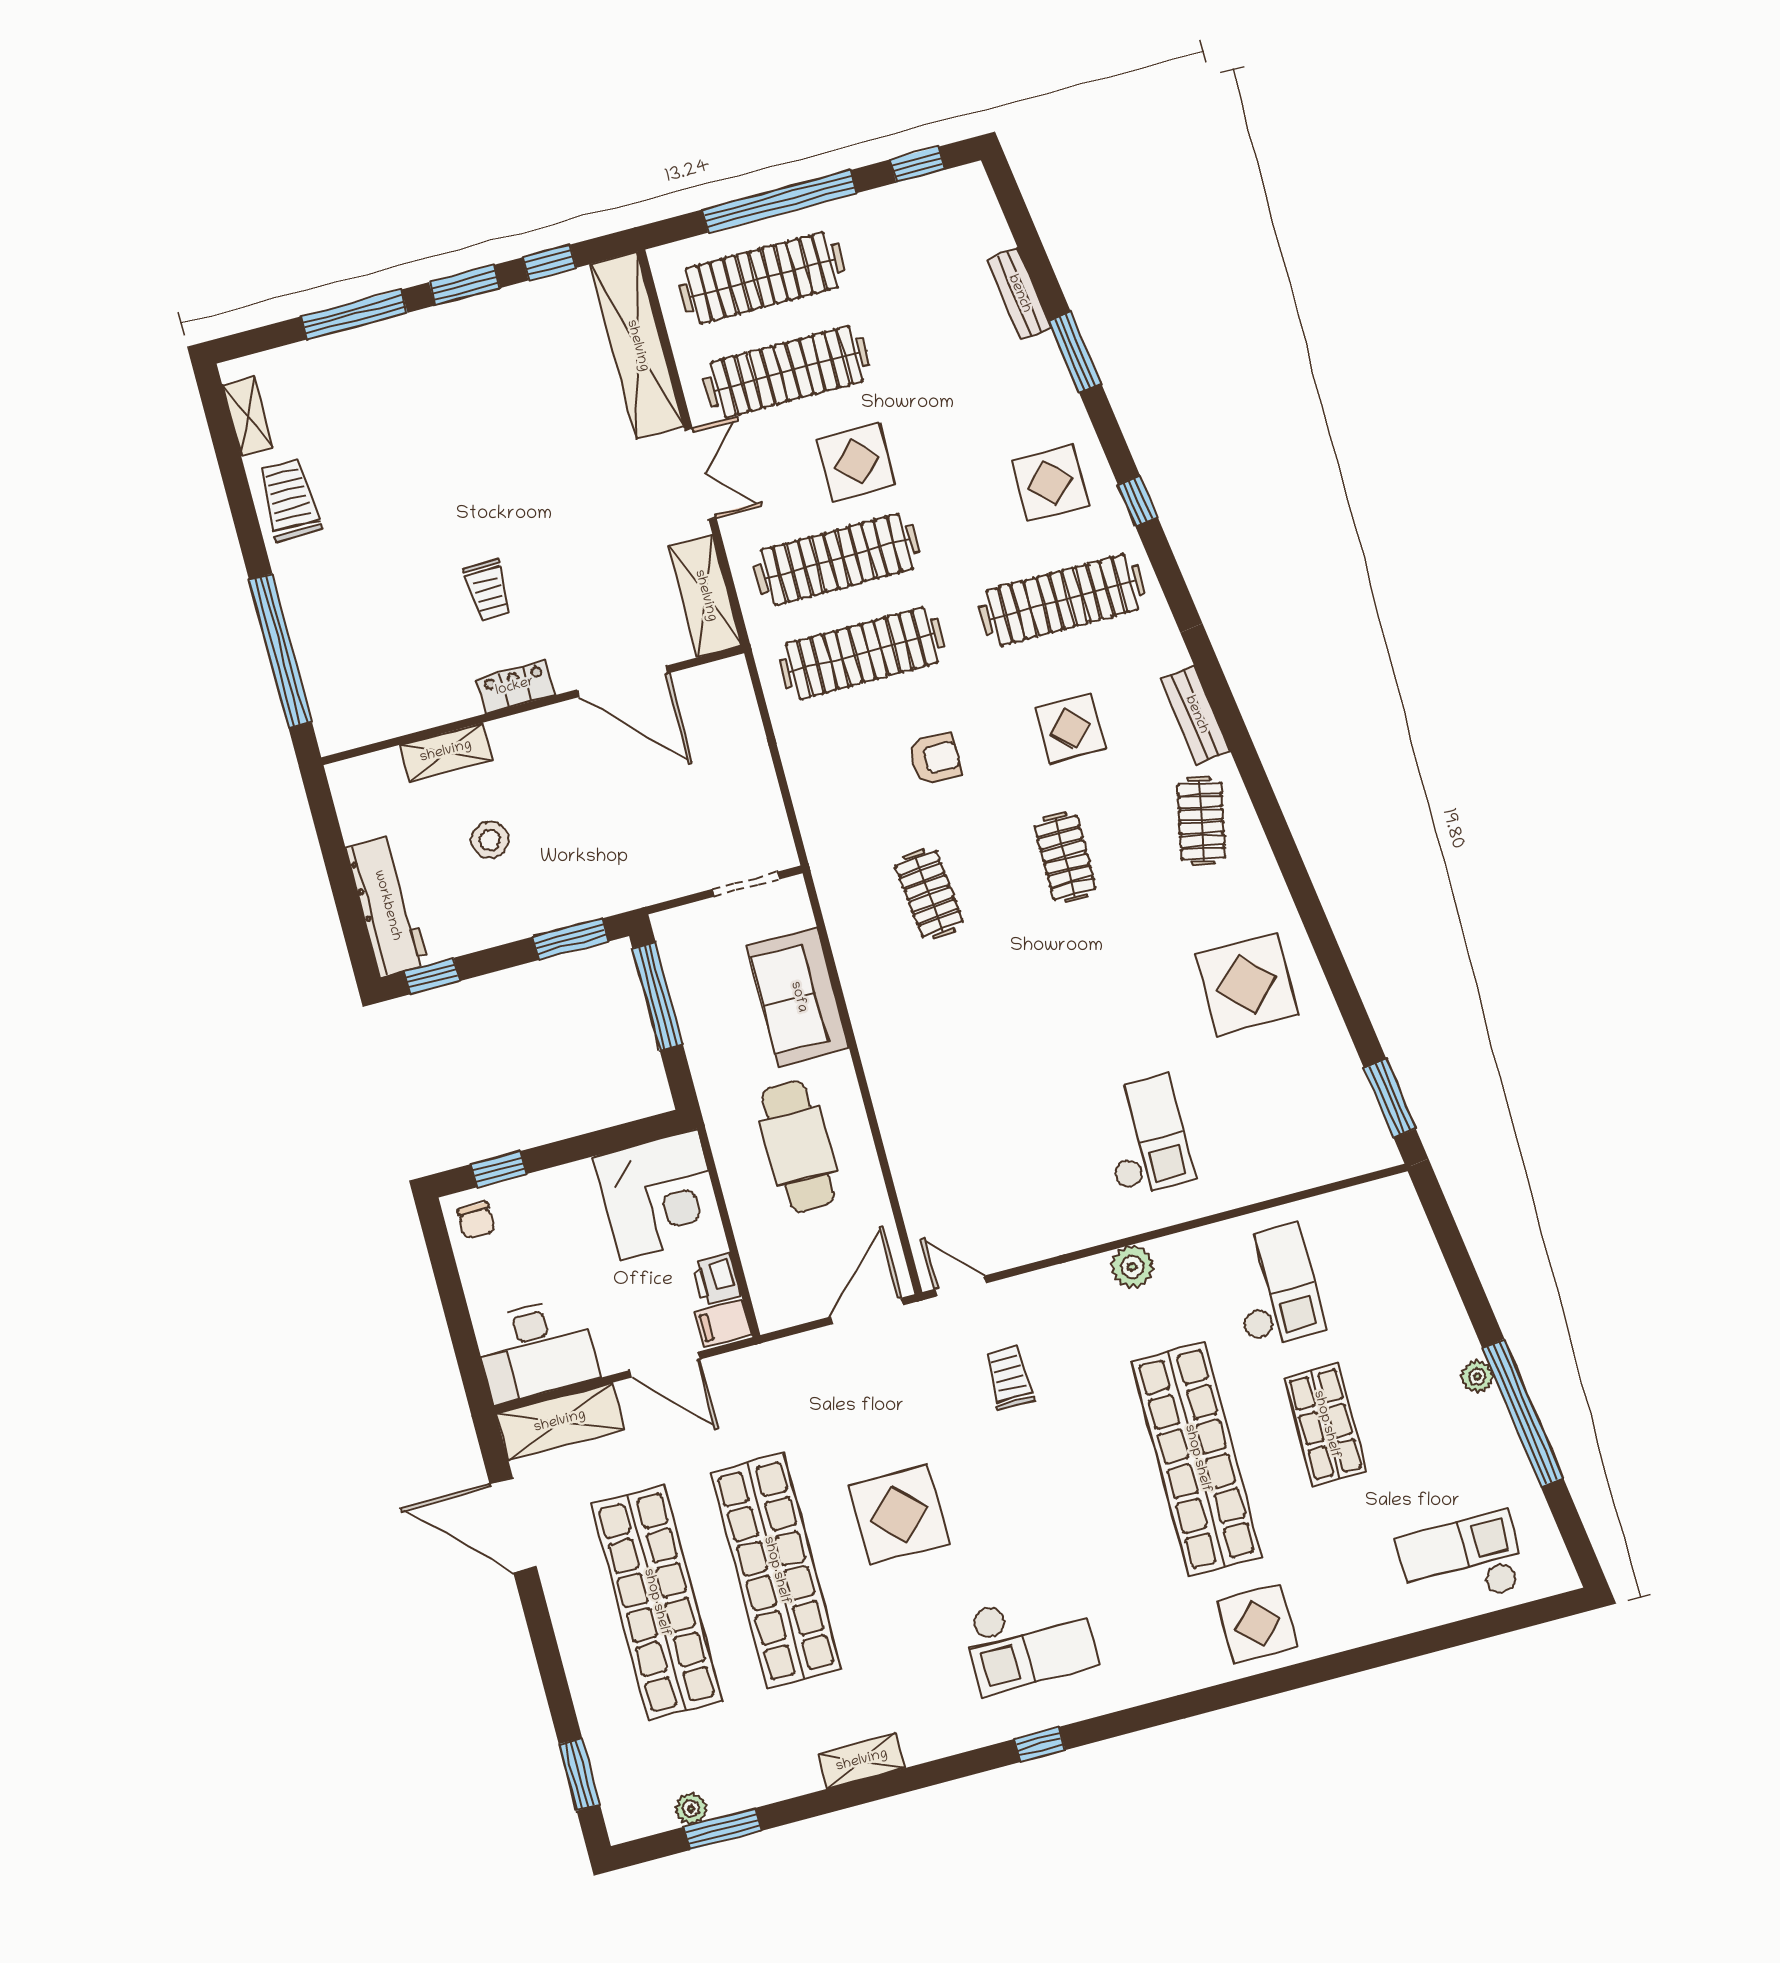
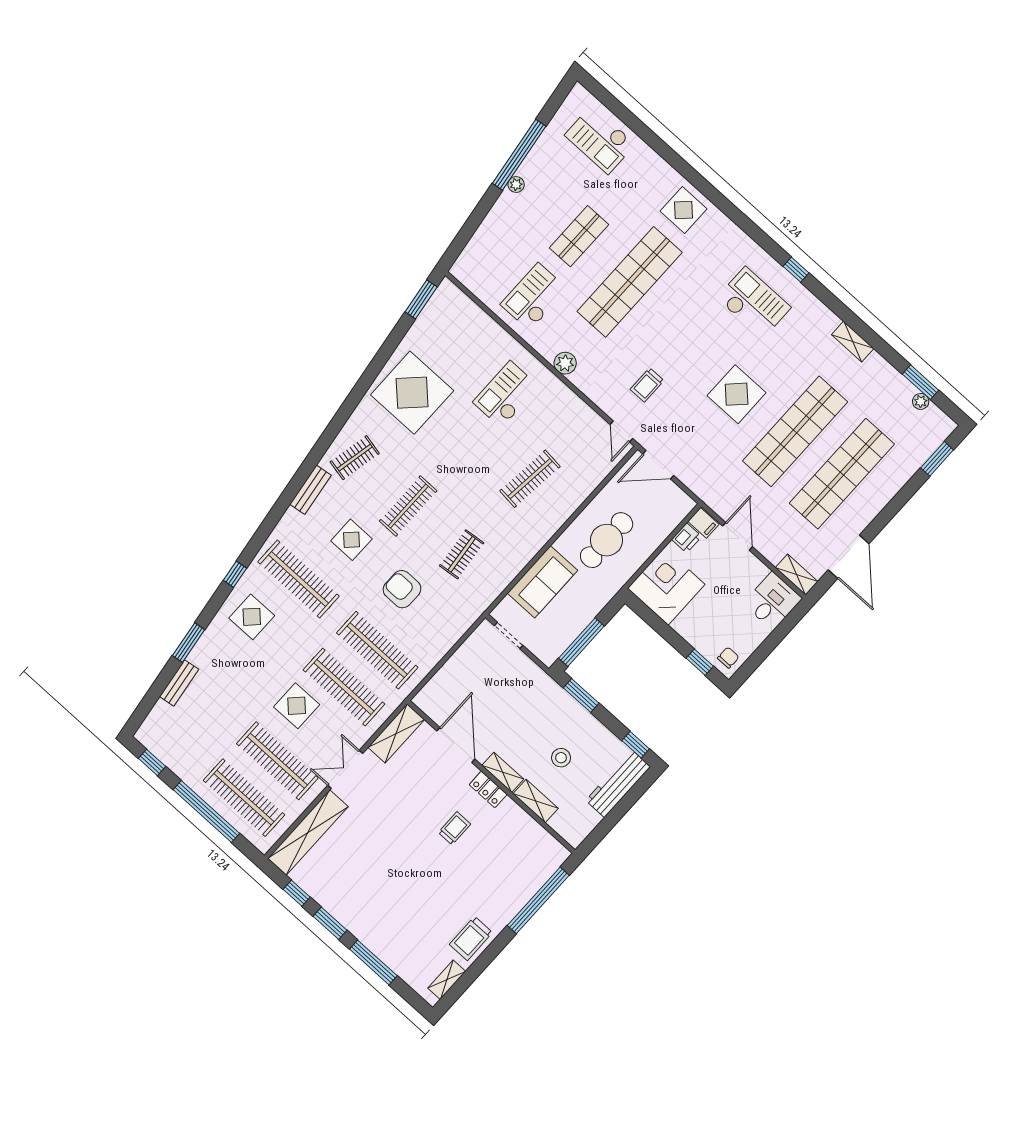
shelving: (528, 729) -> (503, 772), added
armchair: (935, 759) -> (402, 589), width x1.38, depth x1.38
clothes rail: (1065, 857) -> (408, 506), width x1.36
display table: (1247, 984) -> (412, 393), width x1.36, depth x1.36
clothes rail: (980, 1086) -> (530, 479), added
desk: (536, 1350) -> (773, 601), width x0.73
shelving: (560, 1422) -> (797, 575), width x0.67, depth x0.75

